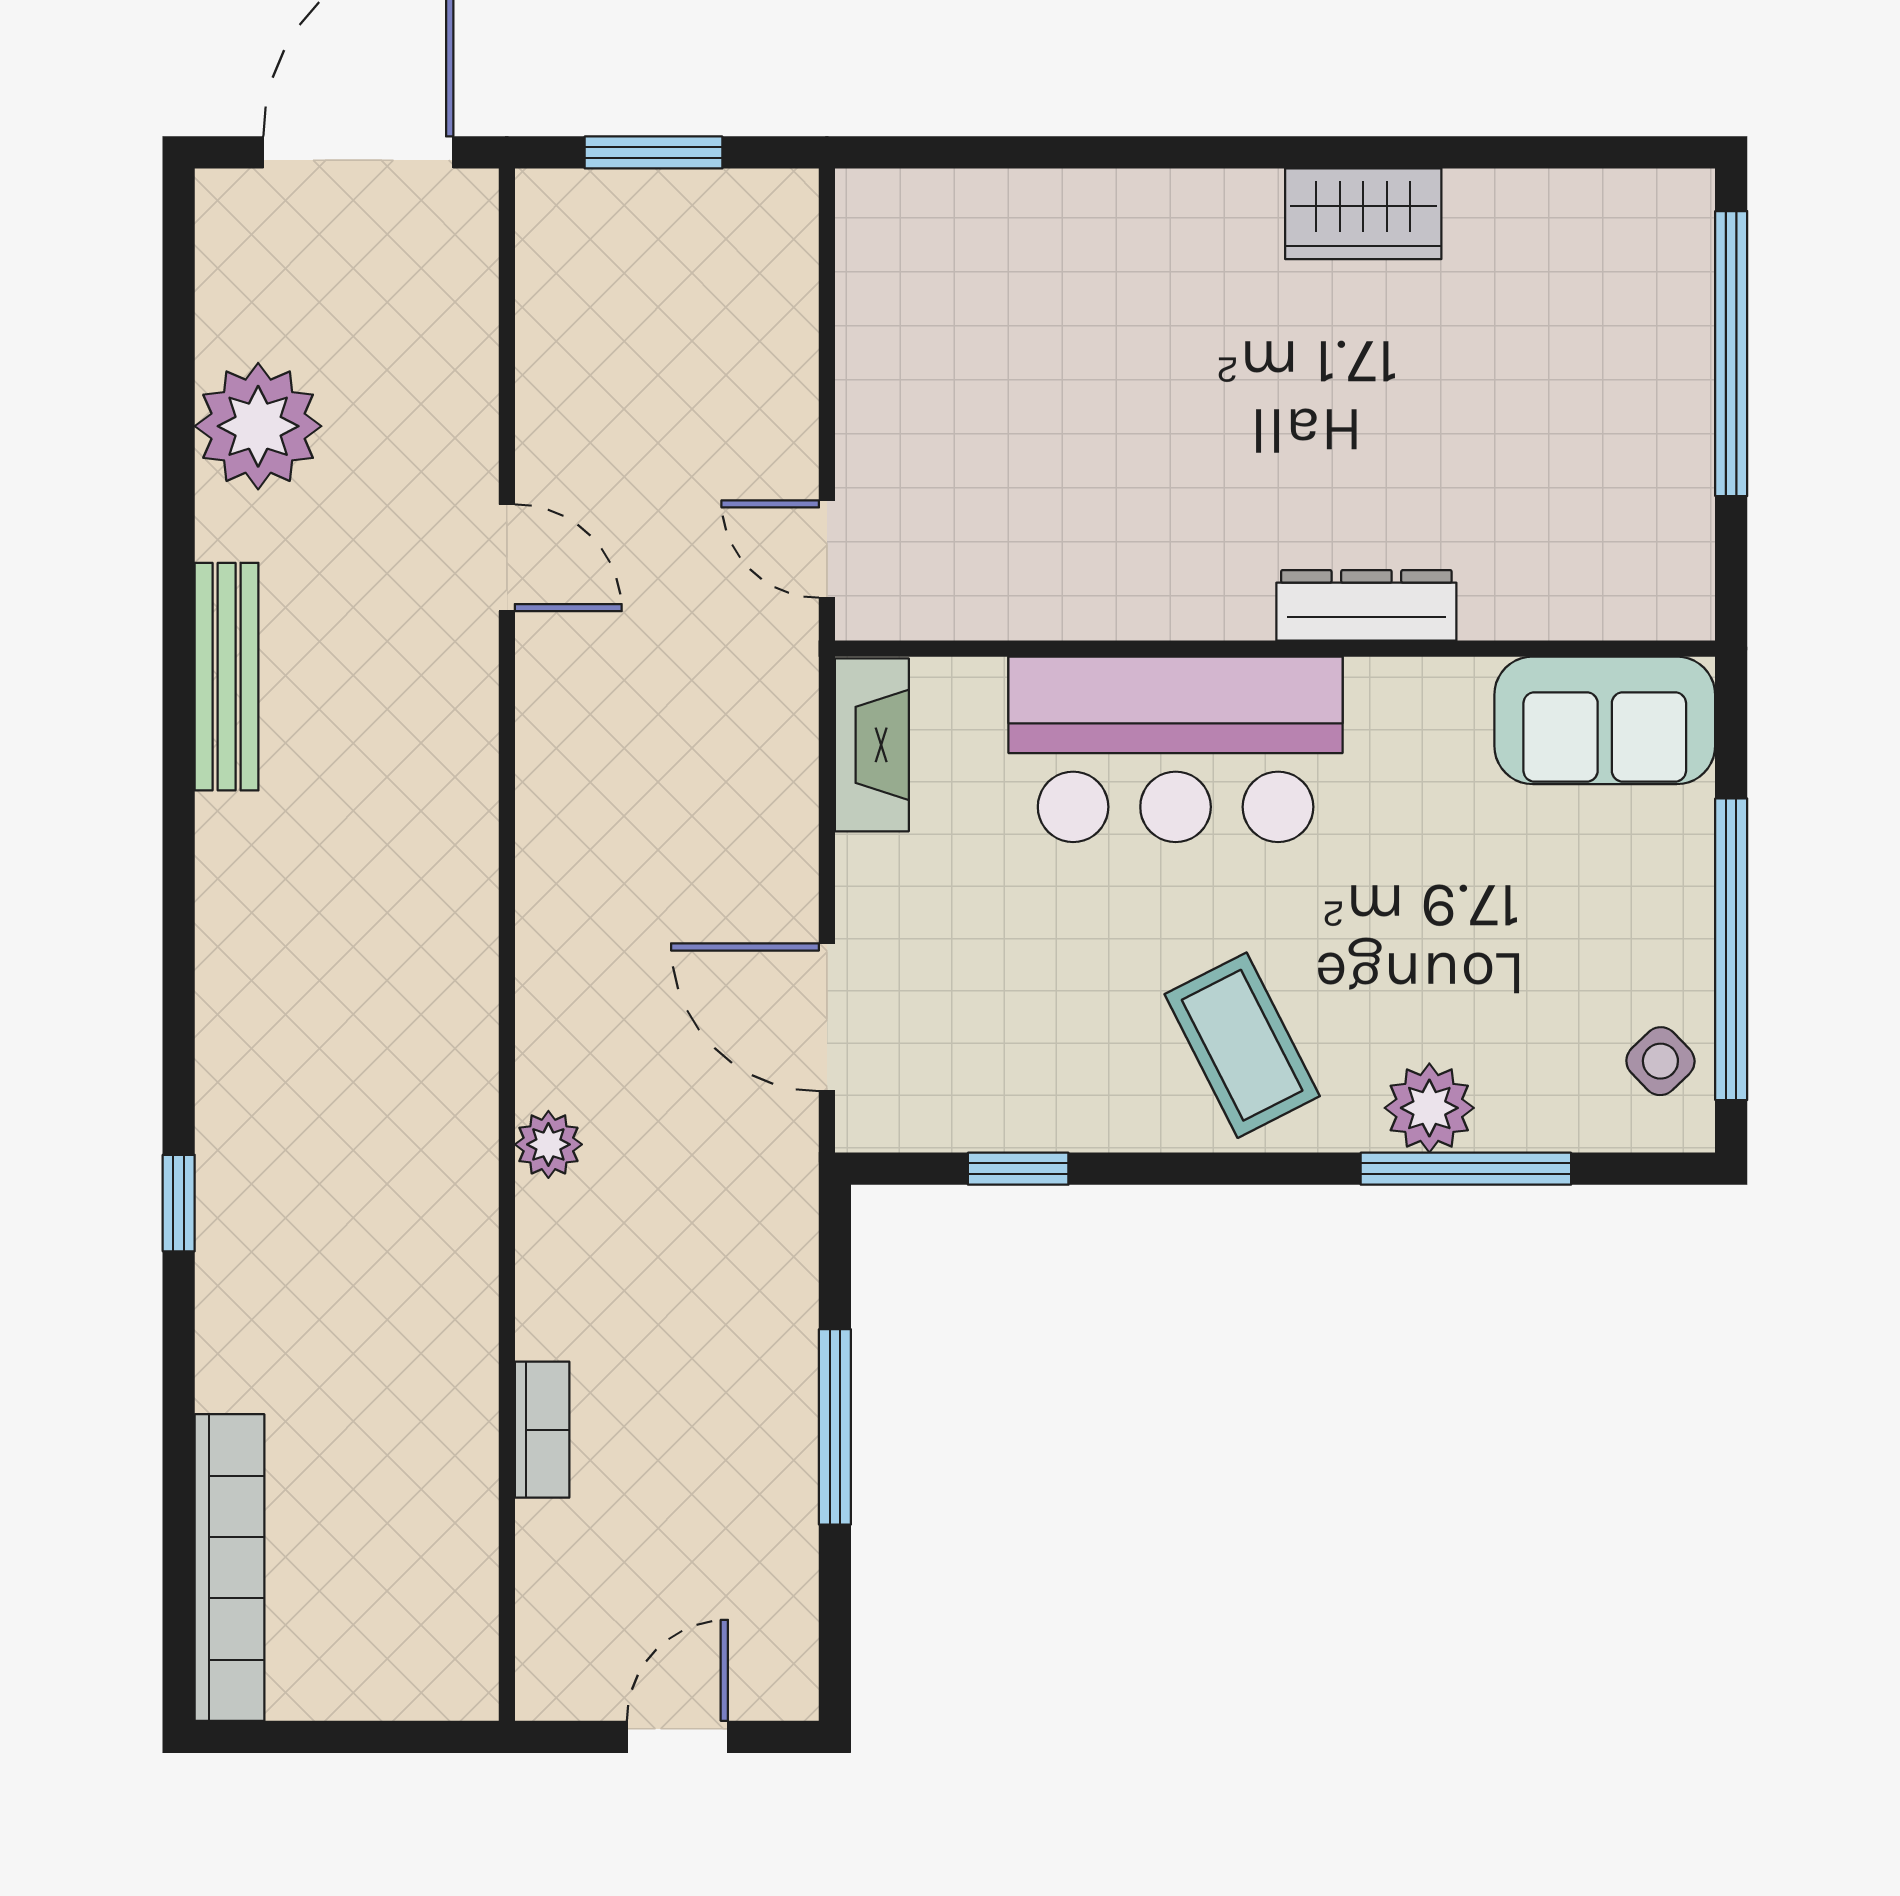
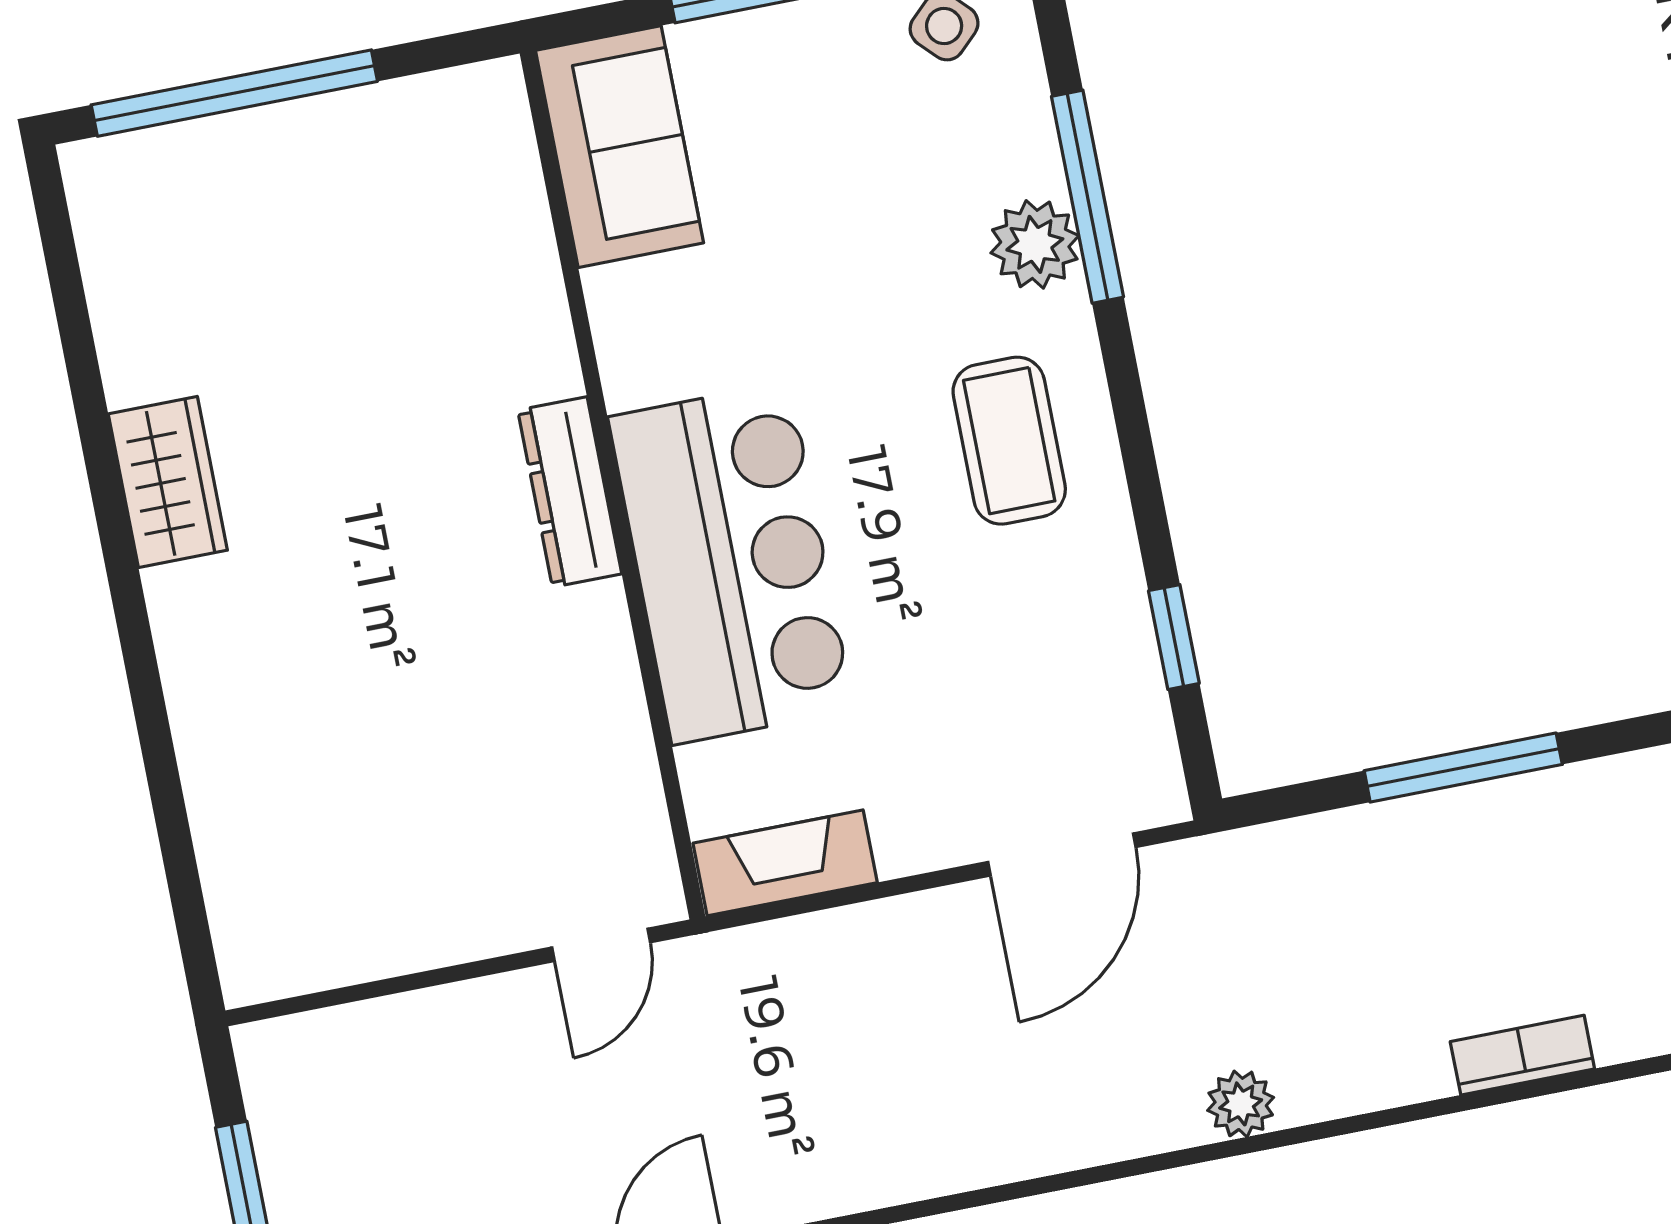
dresser: (1366, 605) -> (570, 492), moved
coffee table: (1242, 1045) -> (1009, 441), turned -63

